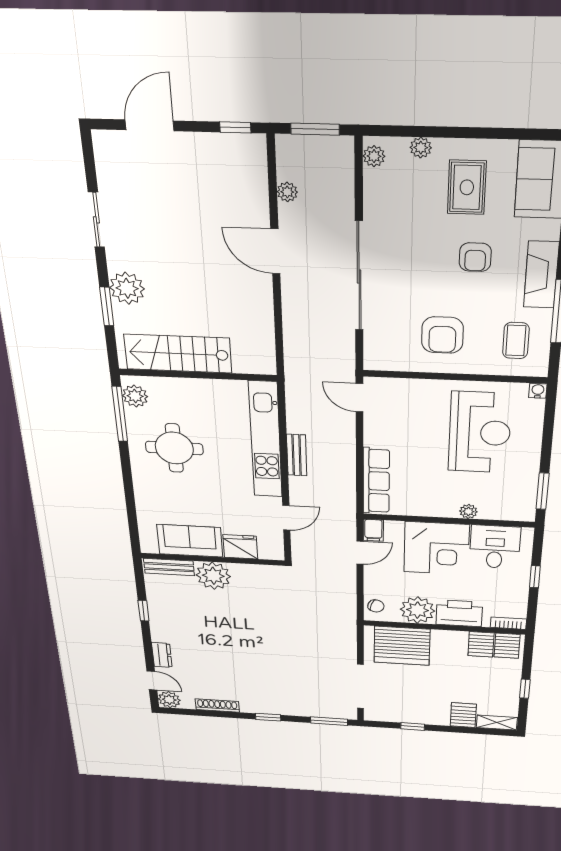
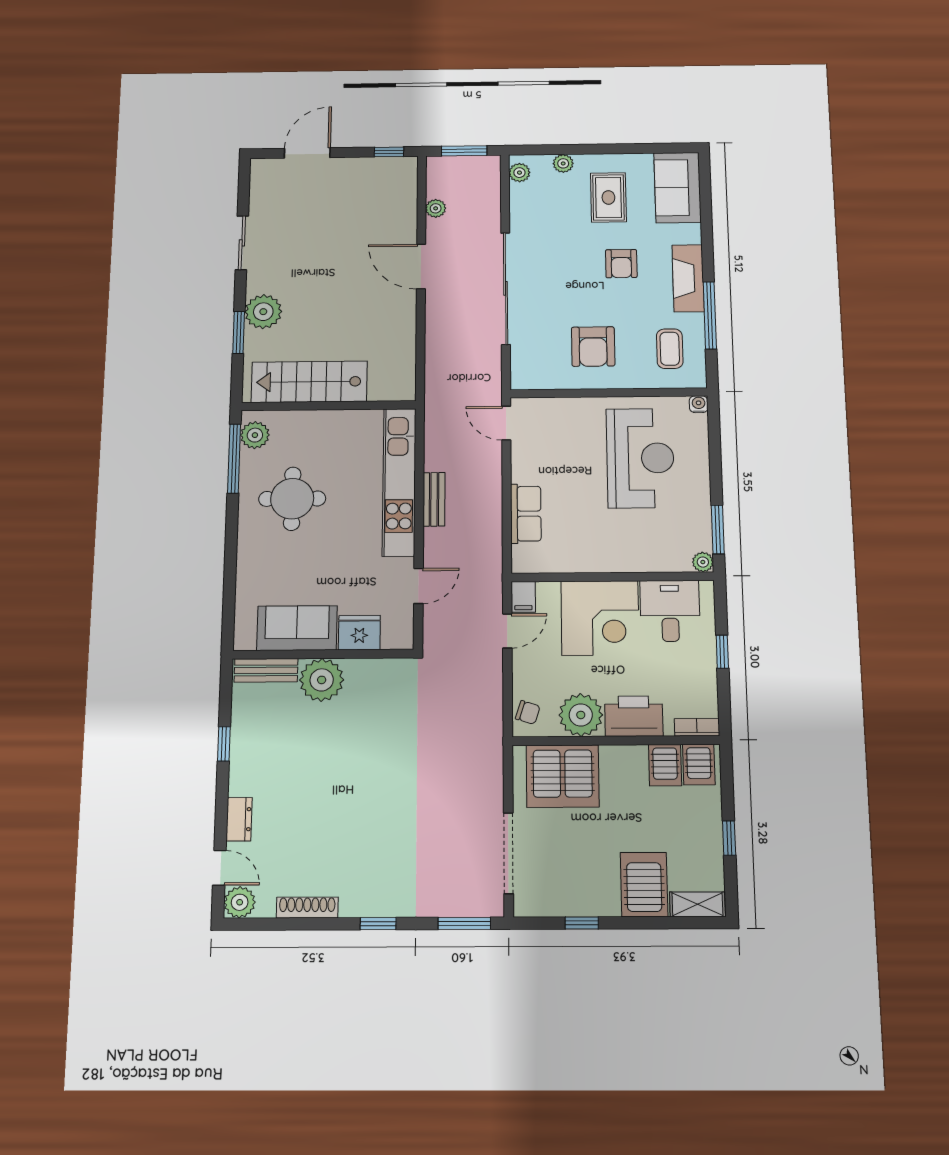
row of seats: (376, 481) -> (526, 514), width x0.68
plant: (468, 511) -> (703, 562), moved
server rack: (463, 715) -> (644, 884), width x1.36, depth x1.44

